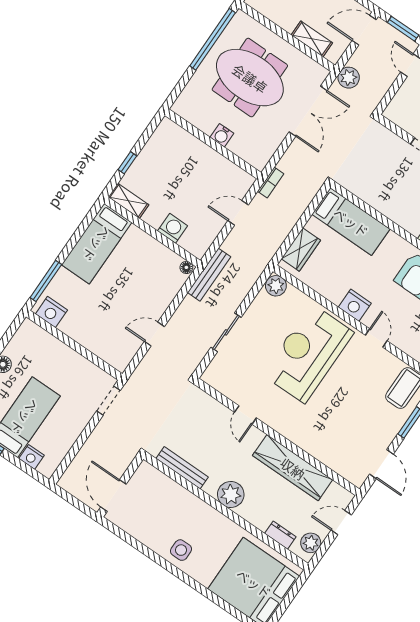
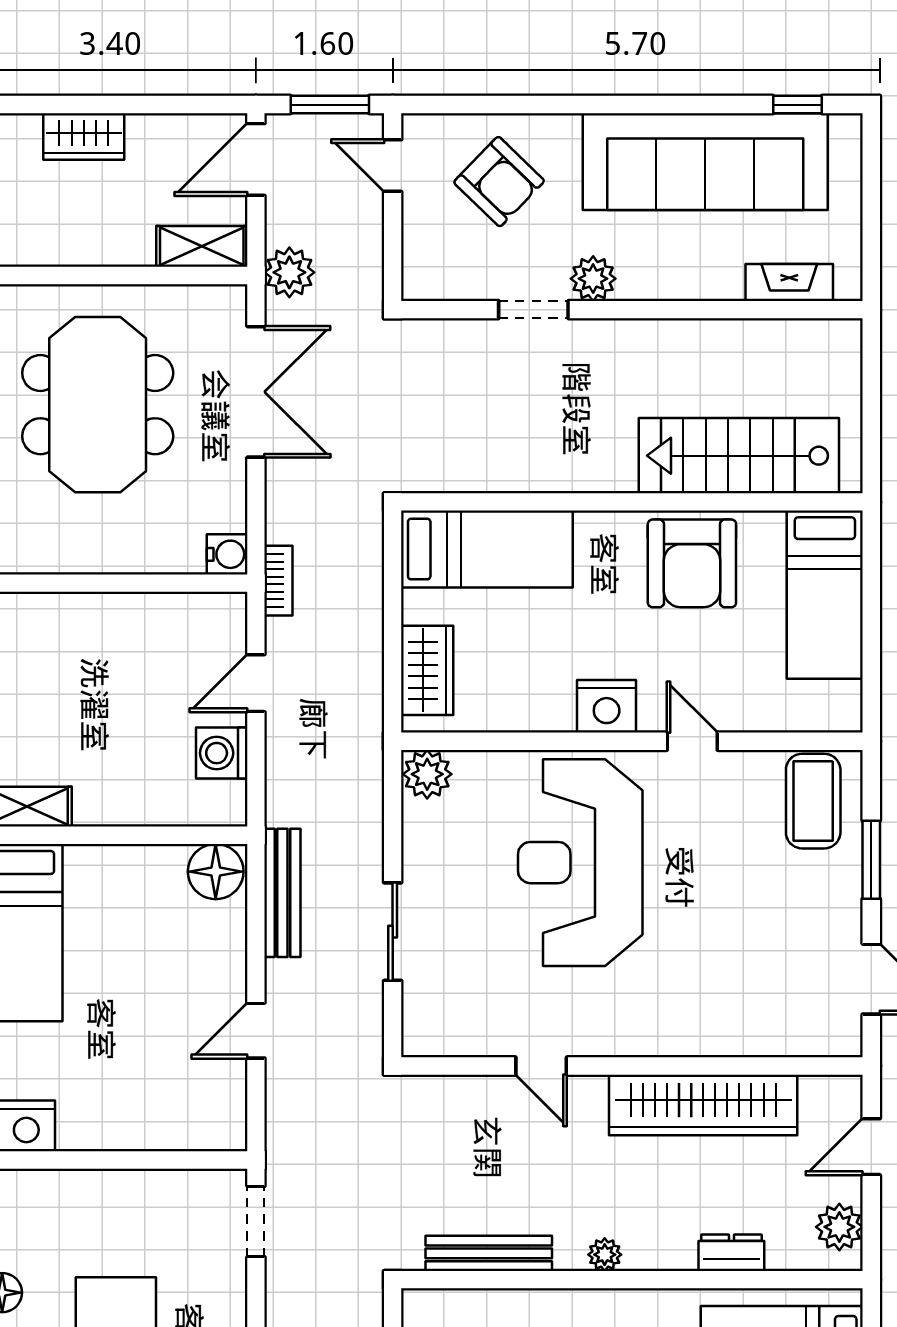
shelving: (312, 39) -> (202, 246), moved
meeting table: (250, 78) -> (98, 405), turned 90
water cooler: (222, 135) -> (227, 554), moved, turned -90
washing machine: (173, 228) -> (222, 753), moved, turned -90
floor lamp: (186, 267) -> (216, 872), width x1.89, depth x1.89
bench: (209, 275) -> (282, 893), moved
plant: (231, 494) -> (605, 1255), width x0.53, depth x0.53
dresser: (280, 535) -> (731, 1253), moved

